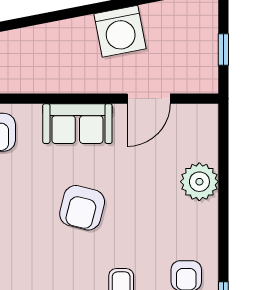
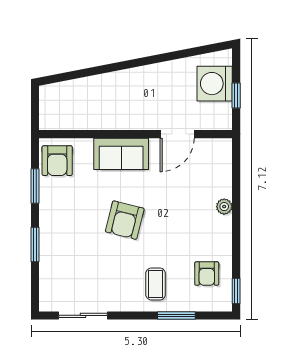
washing machine: (120, 31) -> (215, 84), moved, turned 101
plant: (199, 182) -> (224, 207), width x0.53, depth x0.53

